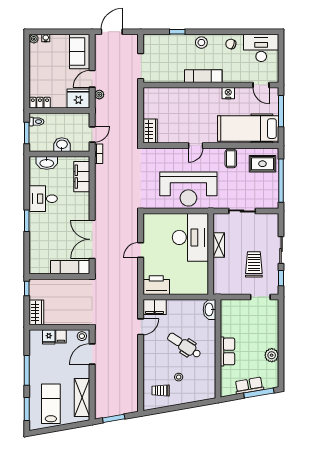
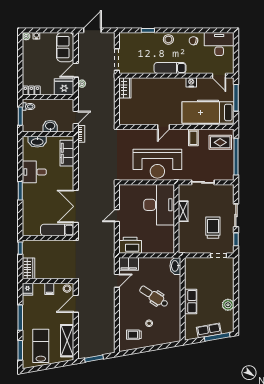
wardrobe: (150, 131) -> (125, 88), moved
fridge: (49, 337) -> (28, 289), moved

